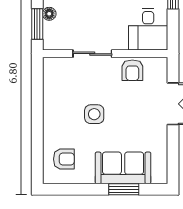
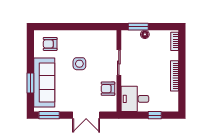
armchair: (64, 159) -> (50, 44), turned 90
window: (173, 161) -> (49, 115), added
sofa: (123, 168) -> (44, 83), width x1.36

